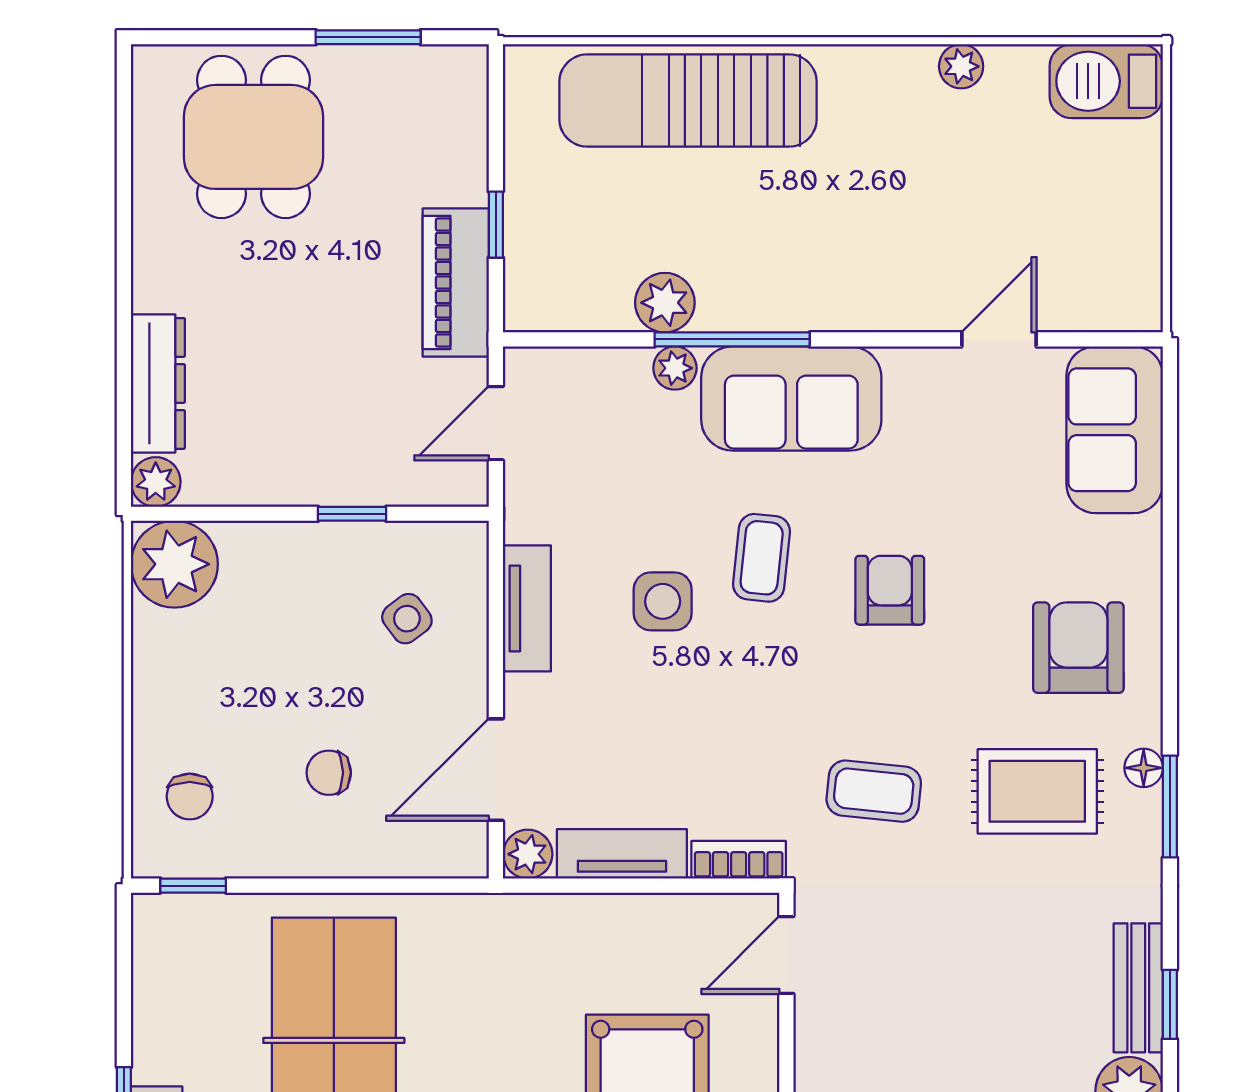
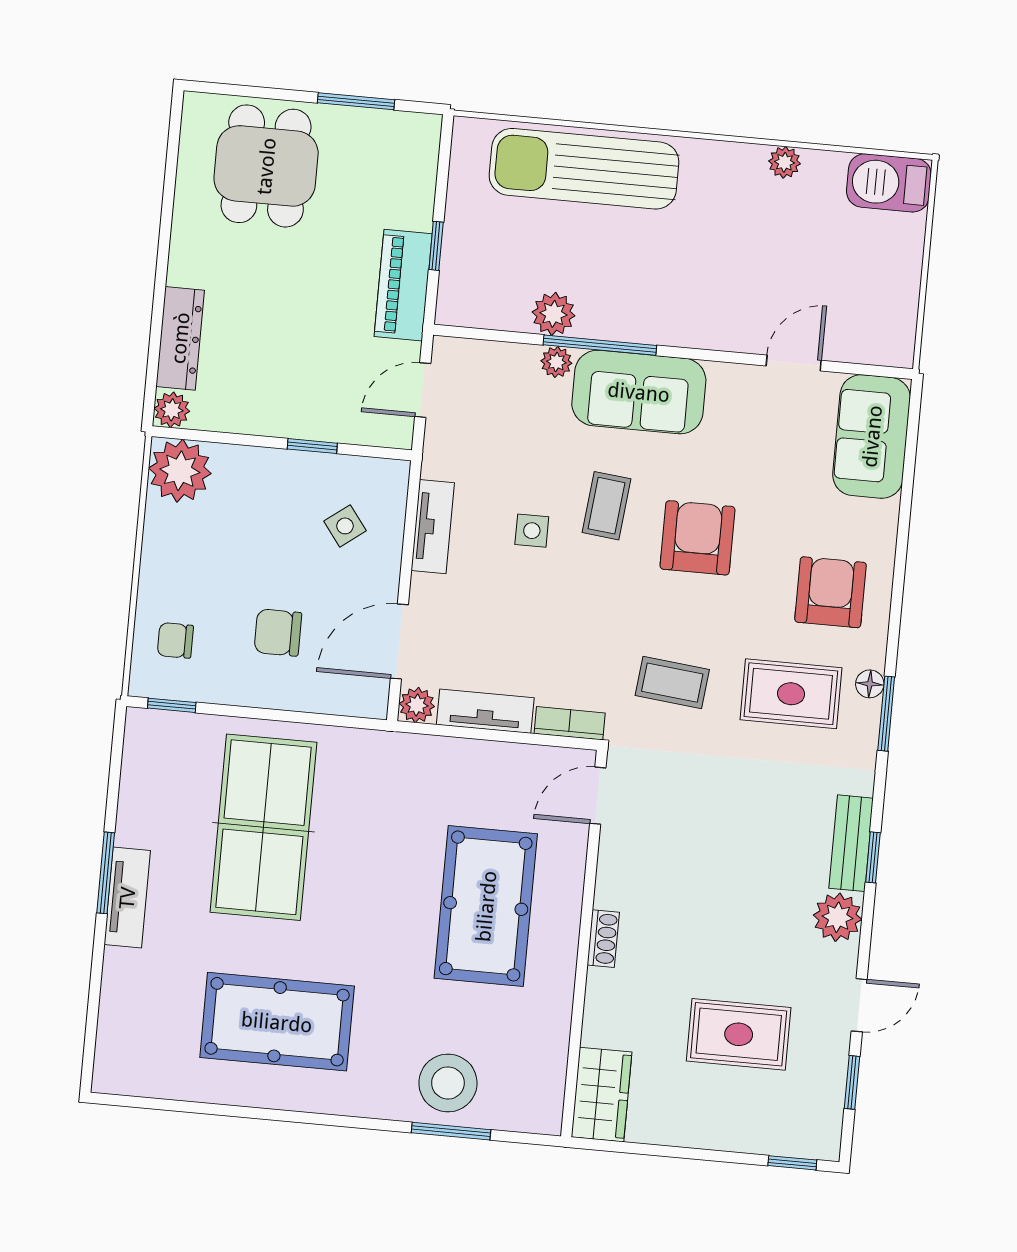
armchair: (890, 590) -> (697, 538), width x1.38, depth x1.38
side table: (663, 601) -> (532, 531), width x0.73, depth x0.73
chair: (329, 773) -> (278, 633), width x1.37, depth x1.37
chair: (190, 796) -> (175, 640), turned 90

